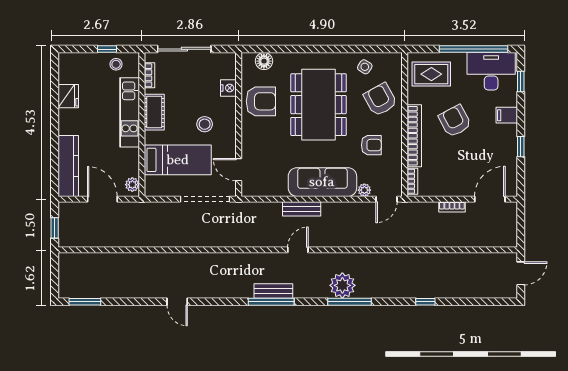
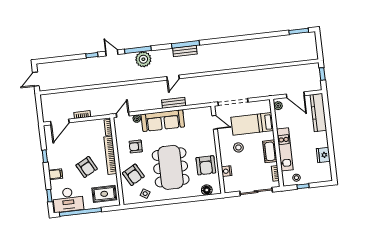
armchair: (261, 101) -> (206, 165), turned -90
door: (177, 302) -> (112, 53), moved

